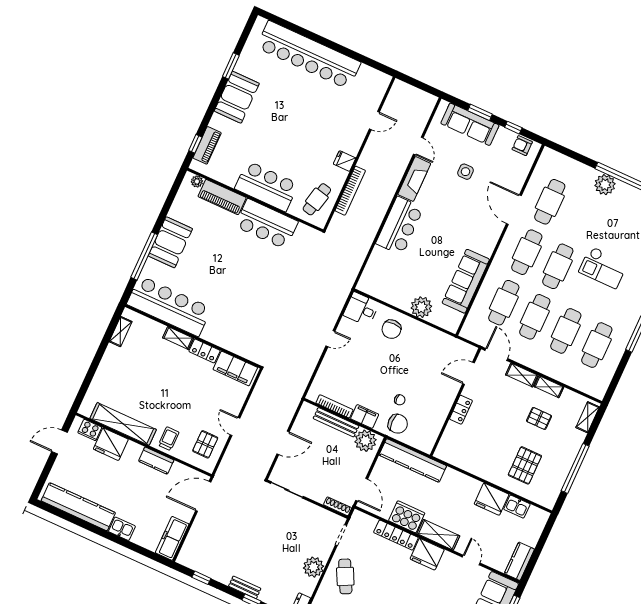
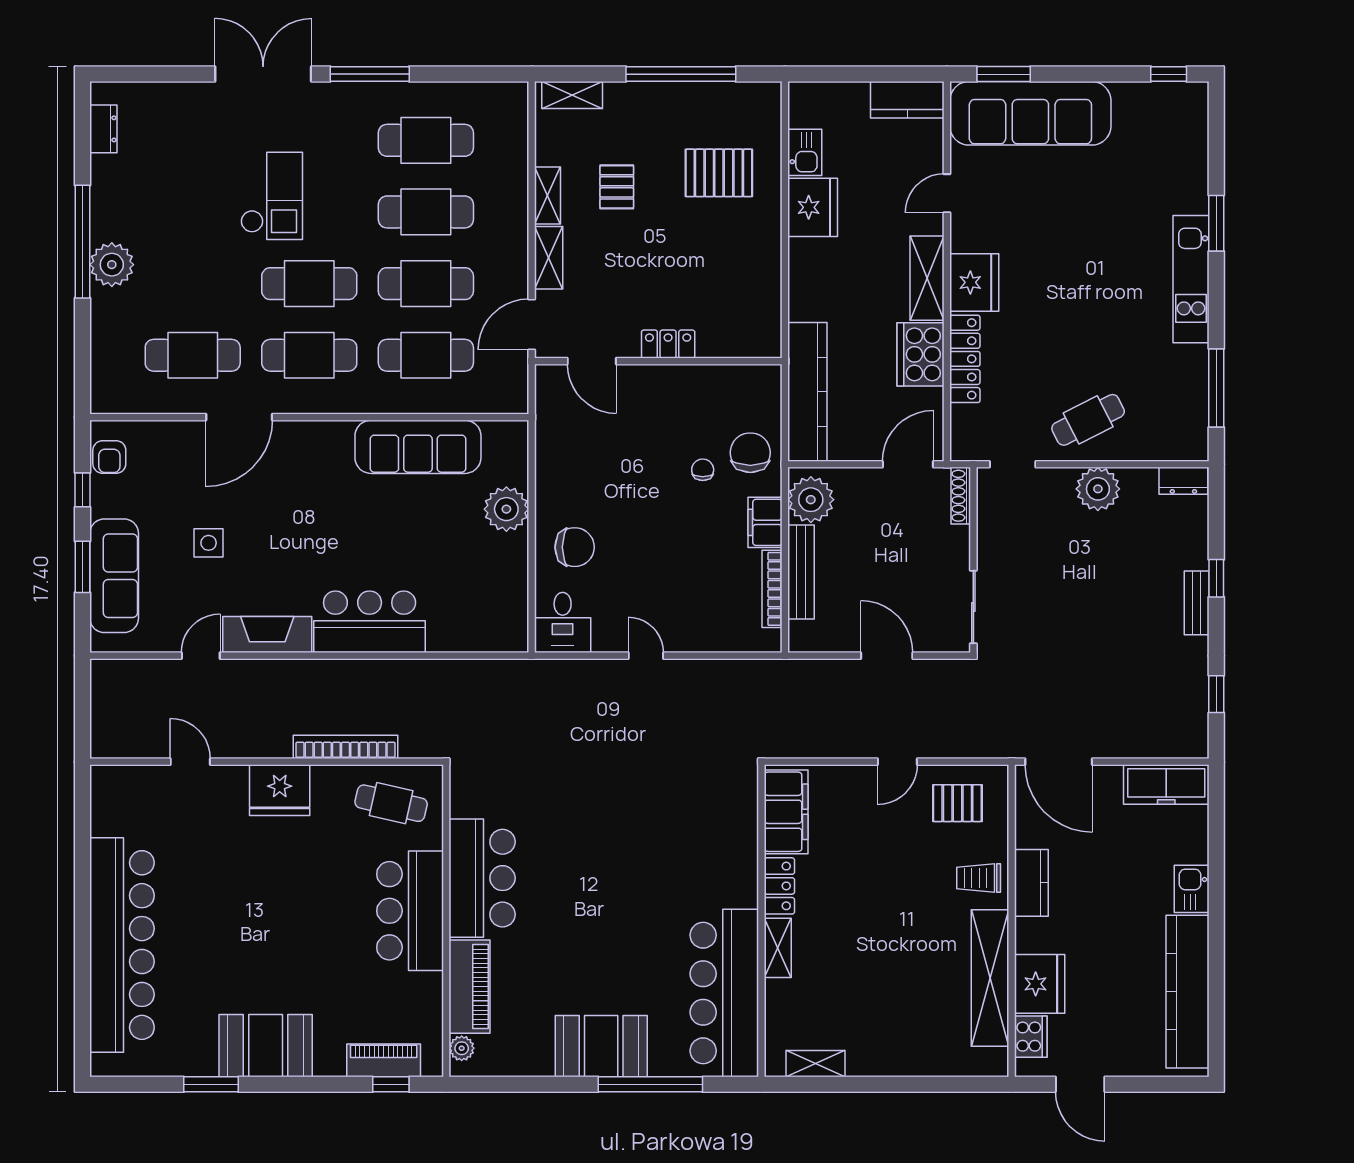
fridge: (345, 161) -> (280, 790), width x1.88, depth x1.34

